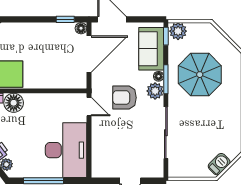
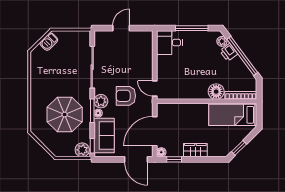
wardrobe: (39, 31) -> (195, 150), added
armchair: (124, 98) -> (126, 96), turned 180
desk: (66, 150) -> (170, 43), width x0.53, depth x0.77

